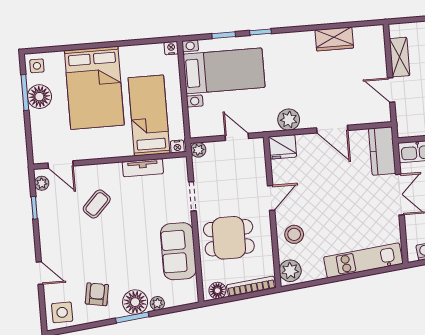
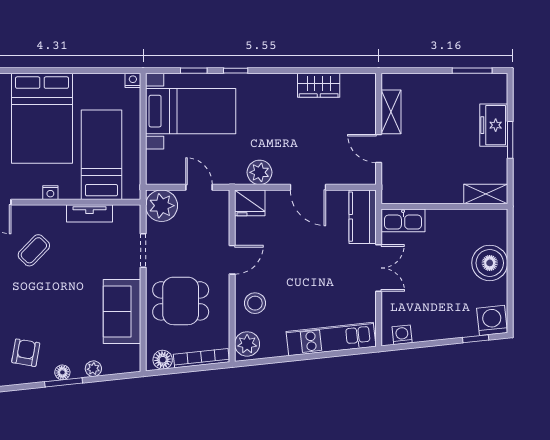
nightstand: (177, 146) -> (50, 193), moved
plant: (198, 150) -> (162, 206), width x1.87, depth x1.87
floor lamp: (135, 302) -> (62, 372), width x0.53, depth x0.53

